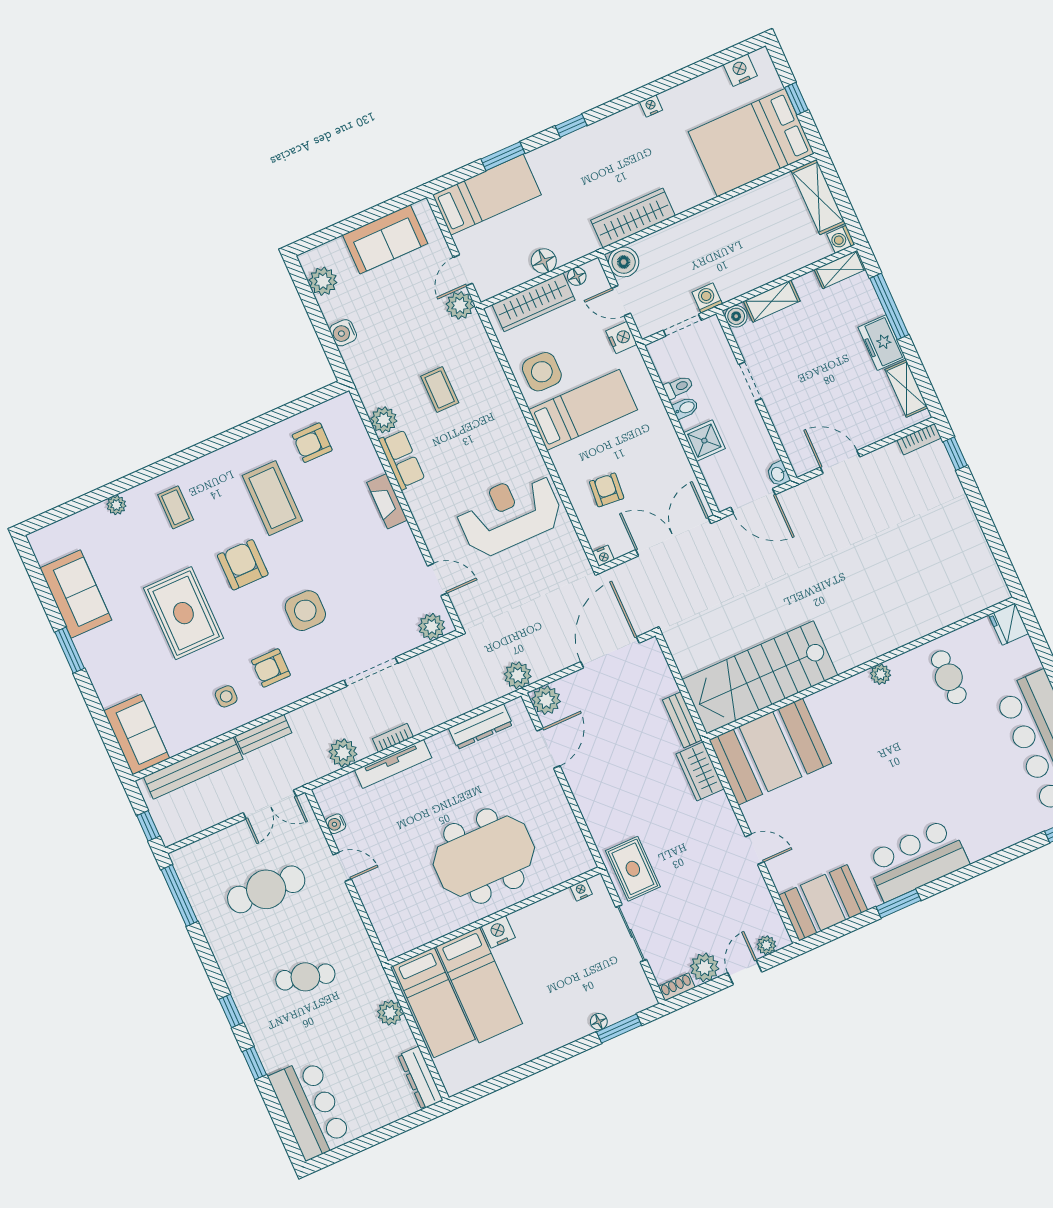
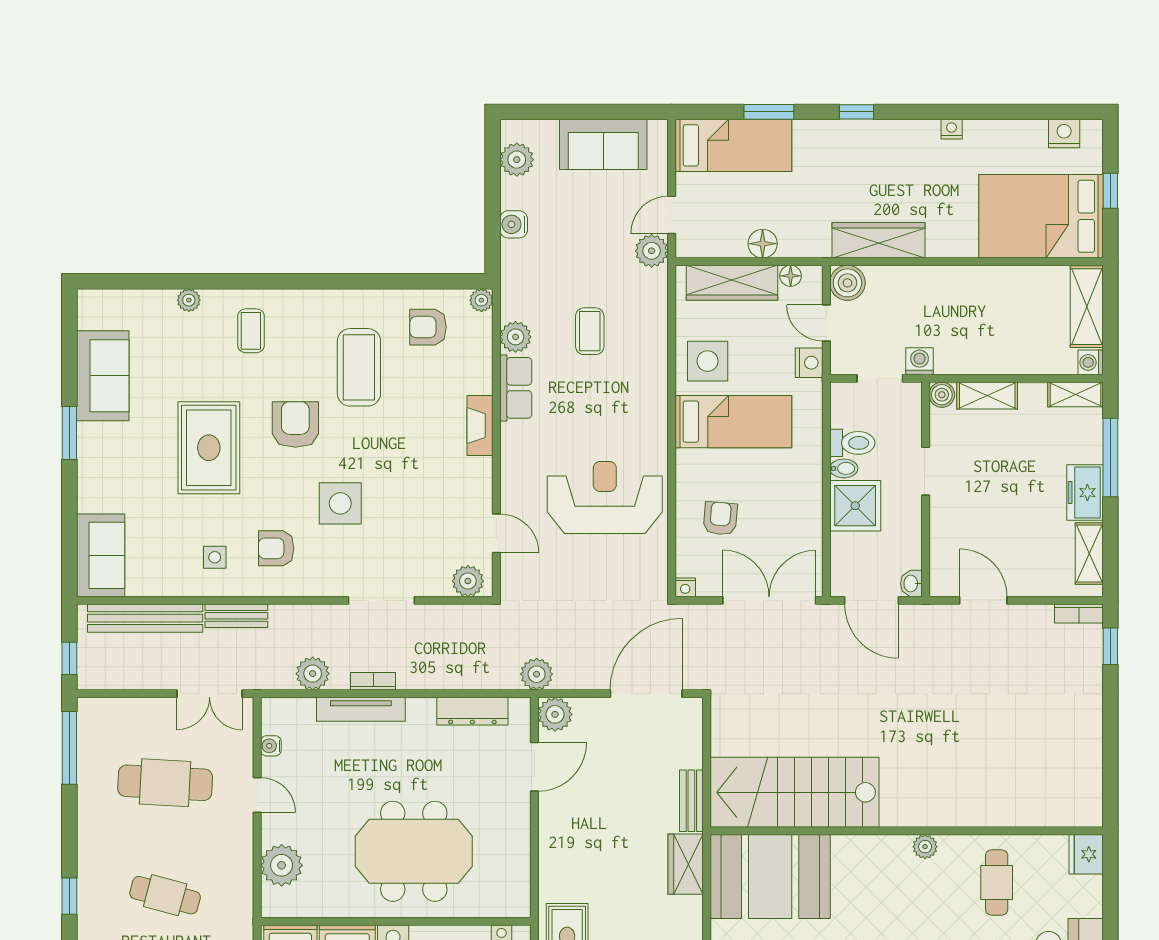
toilet: (678, 387) -> (852, 443), width x1.37, depth x1.39
plant: (344, 403) -> (481, 300), added
shower: (704, 441) -> (855, 506), width x1.36, depth x1.36
plant: (386, 913) -> (282, 865), added

